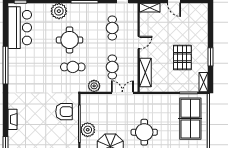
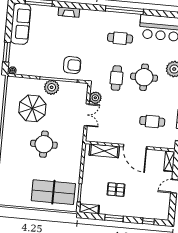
window: (210, 23) -> (148, 221), added
door: (139, 43) -> (135, 147), width x1.87
pallet: (182, 57) -> (116, 190), width x0.67, depth x0.71
cafe table: (112, 67) -> (120, 38), moved
double door: (122, 93) -> (87, 115), moved
armchair: (64, 112) -> (72, 65), turned -90

